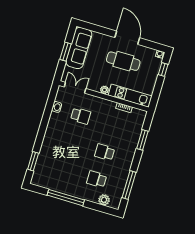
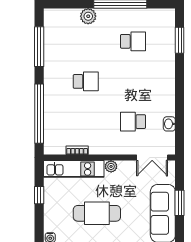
window: (163, 69) -> (39, 195), moved
window: (142, 140) -> (39, 114), width x2.11
school desk: (97, 179) -> (133, 41), moved
plant: (104, 200) -> (88, 16), moved

